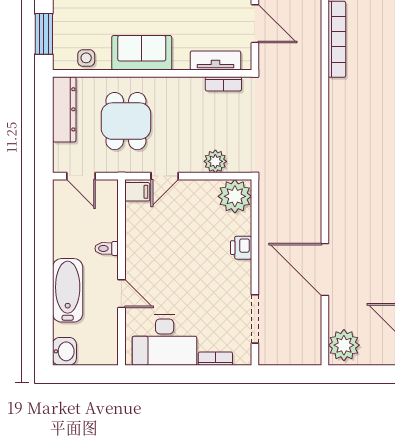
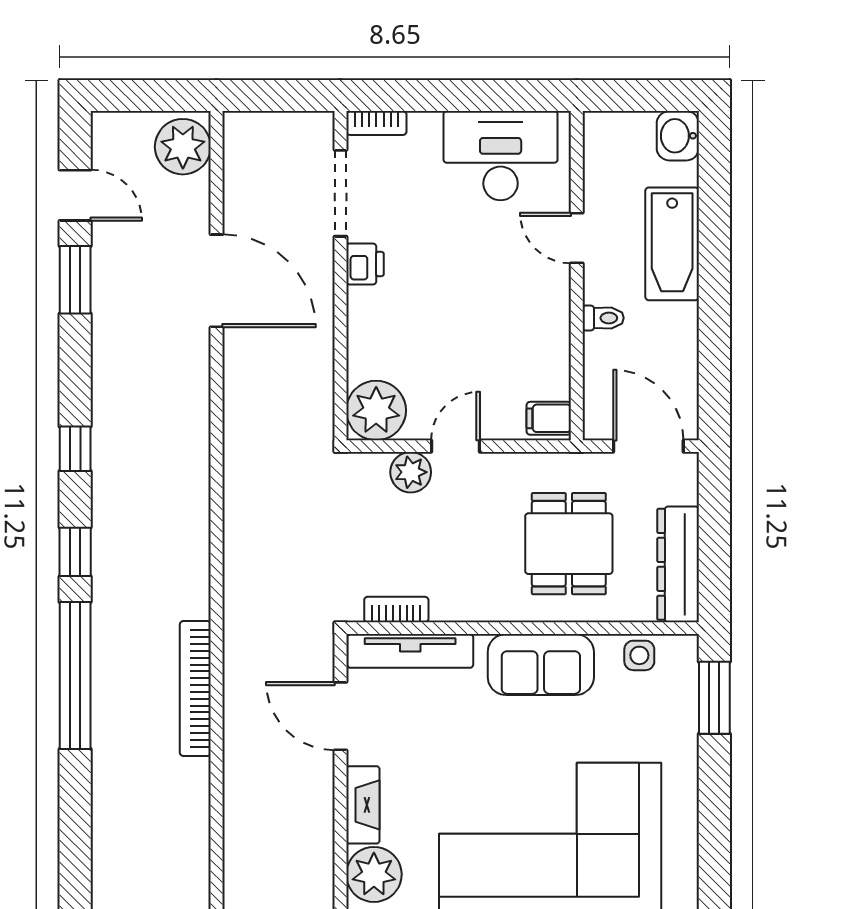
tv unit: (216, 60) -> (410, 651), width x1.41
door: (81, 176) -> (648, 446), width x1.38
door: (165, 176) -> (456, 446), moved
printer: (241, 248) -> (365, 264), moved
bookcase: (215, 359) -> (376, 123), moved

